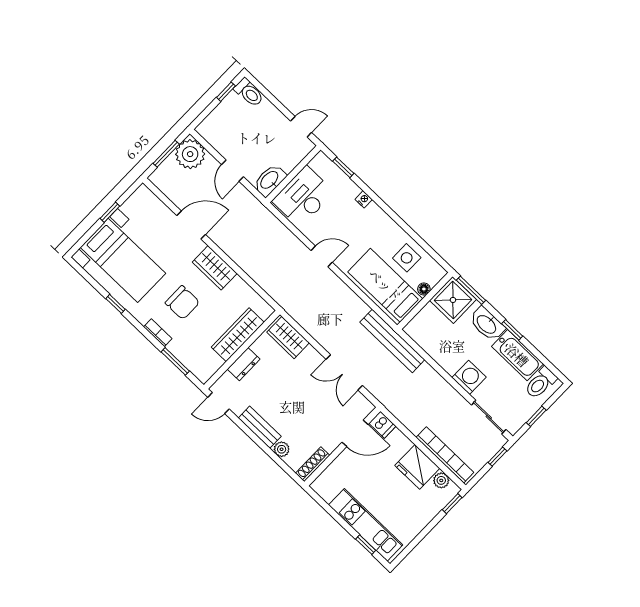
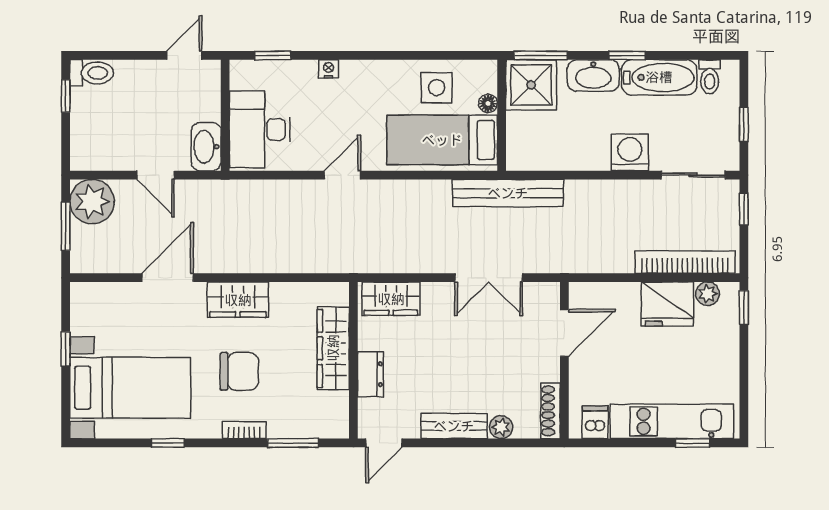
toilet: (541, 383) -> (710, 77), width x0.73, depth x0.72
dishwasher: (382, 425) -> (595, 422), moved, turned -90

